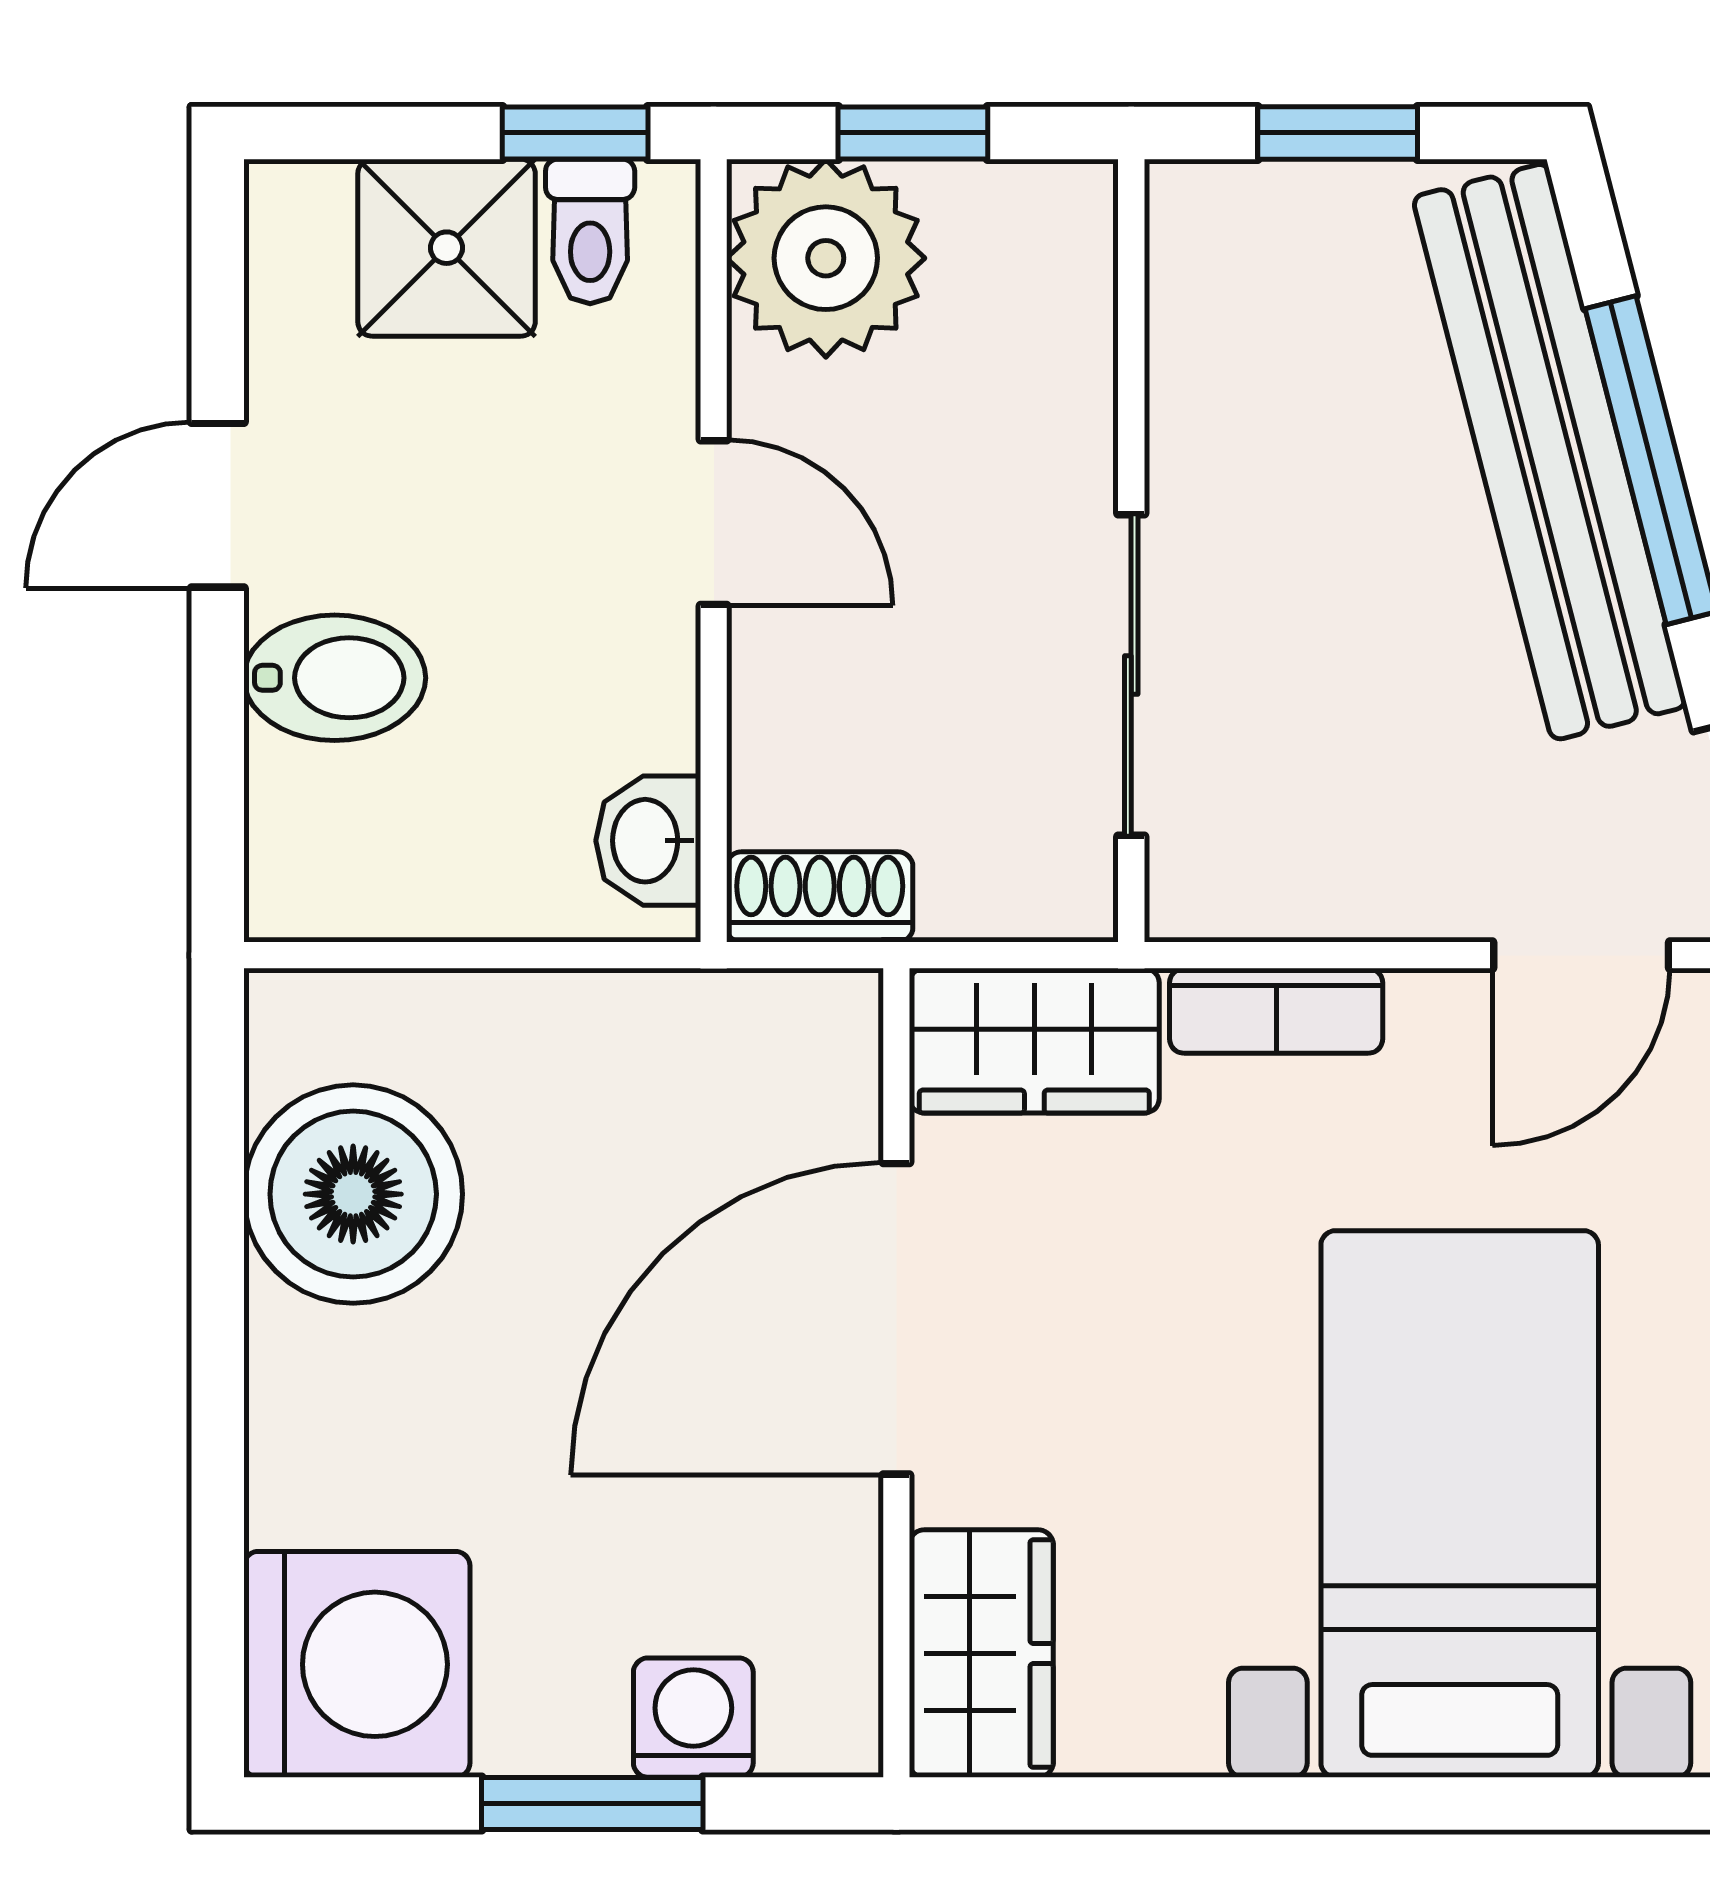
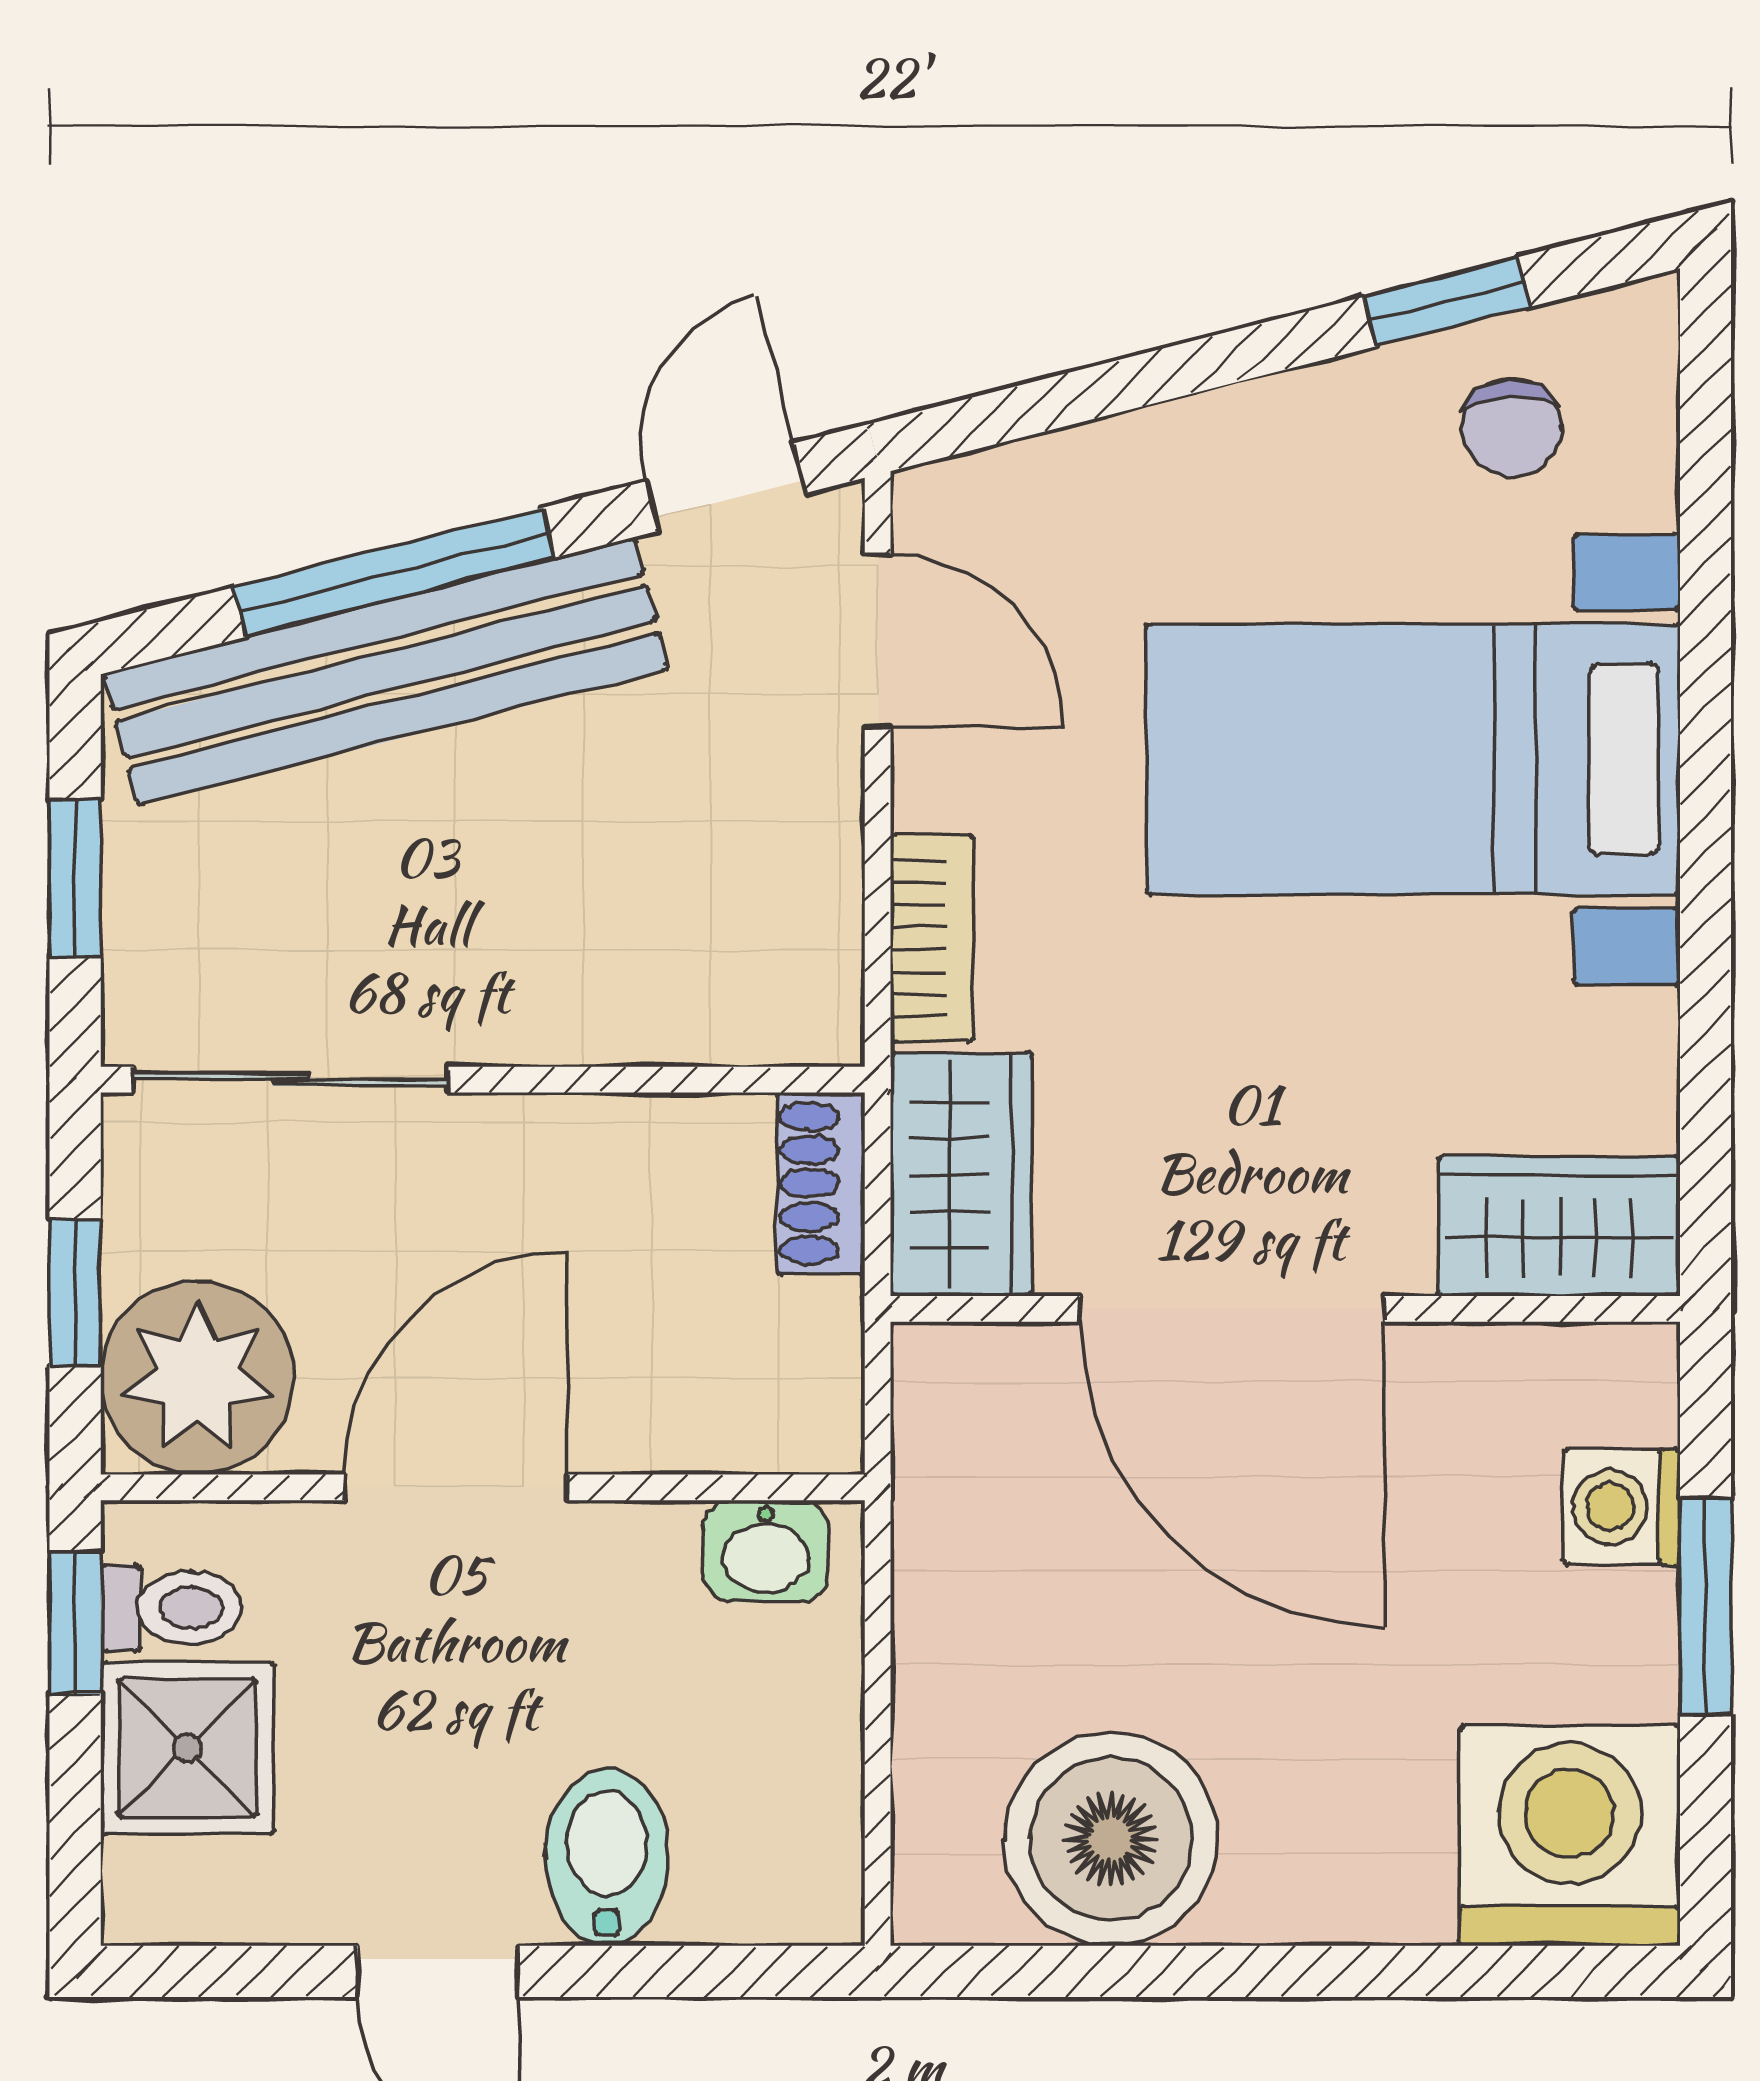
door: (714, 523) -> (455, 1487), width x1.37
sliding door: (1131, 675) -> (291, 1080), moved
shoe rack: (820, 897) -> (821, 1183), moved

